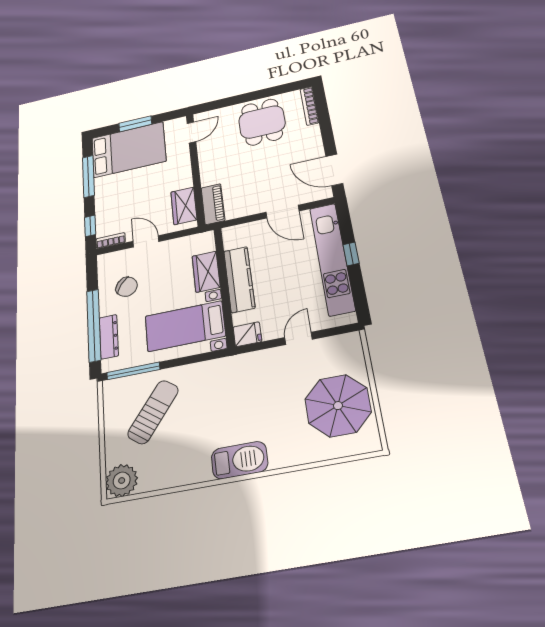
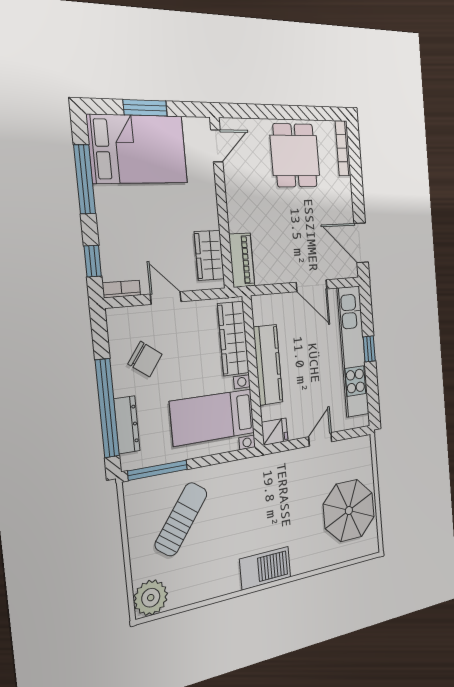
wardrobe: (206, 272) -> (233, 338), width x1.50

